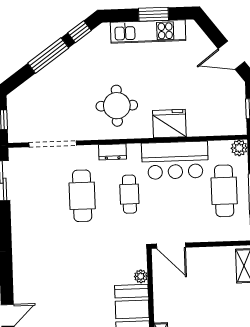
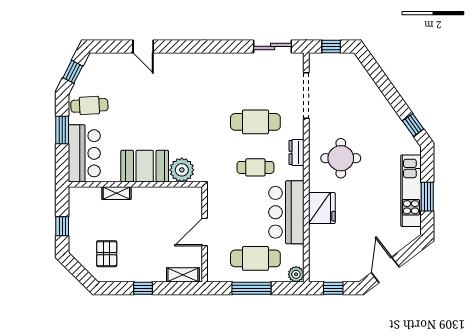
window: (48, 55) -> (391, 94), removed
door: (171, 246) -> (205, 232), moved
plant: (141, 276) -> (182, 170), width x1.88, depth x1.88

